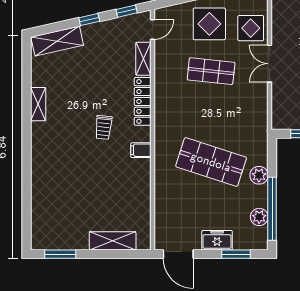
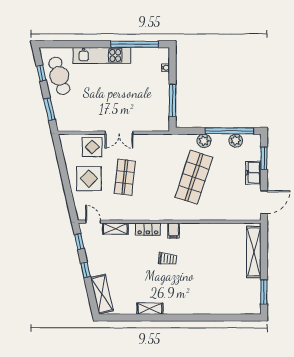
locker: (143, 101) -> (148, 229), width x0.66
filing cabinet: (141, 150) -> (173, 231), moved
shelving: (113, 241) -> (254, 252), width x1.47

